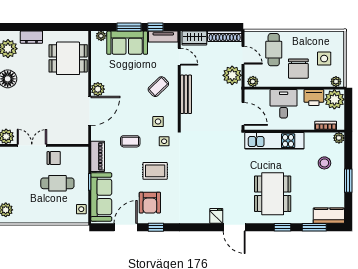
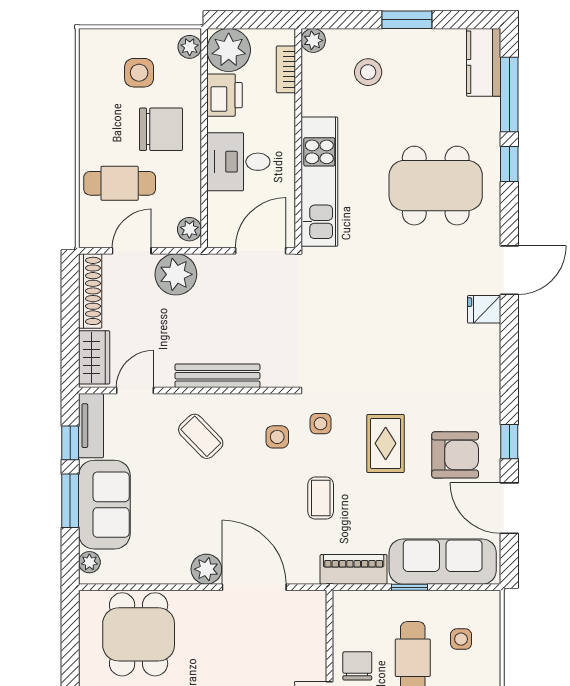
side table: (81, 209) -> (461, 639), moved
window: (314, 227) -> (509, 95), width x1.44

